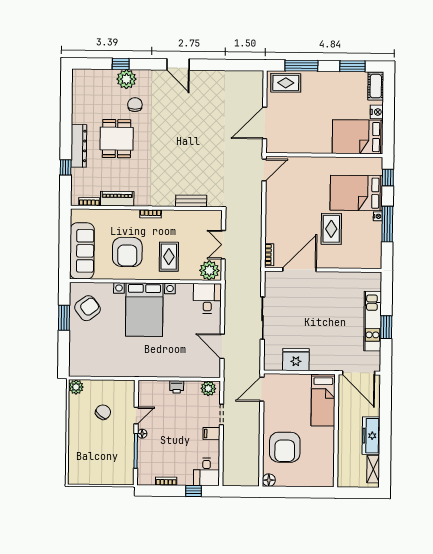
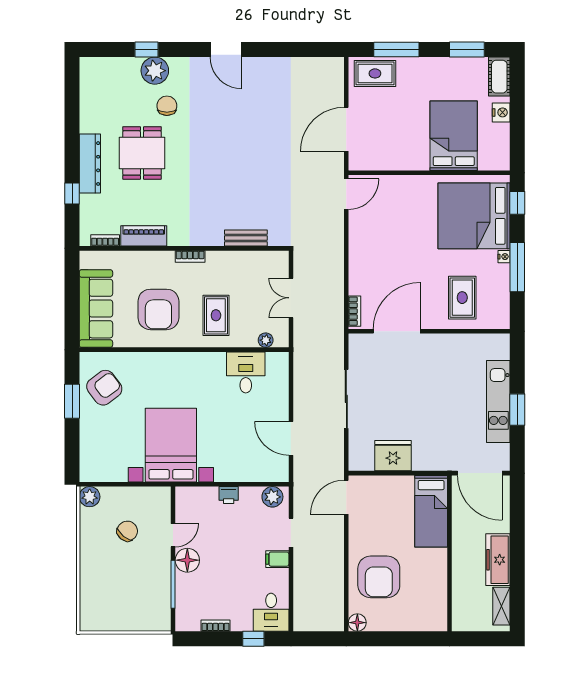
bed: (358, 137) -> (454, 136), moved, turned 90
bed: (356, 193) -> (474, 216), width x1.36
rug: (331, 229) -> (462, 298), moved
plant: (209, 270) -> (266, 340), width x0.53, depth x0.53
desk: (207, 298) -> (246, 372), moved
bed with nightstands: (144, 310) -> (171, 445), moved, turned 180
floor lamp: (142, 434) -> (187, 560), width x1.89, depth x1.89

